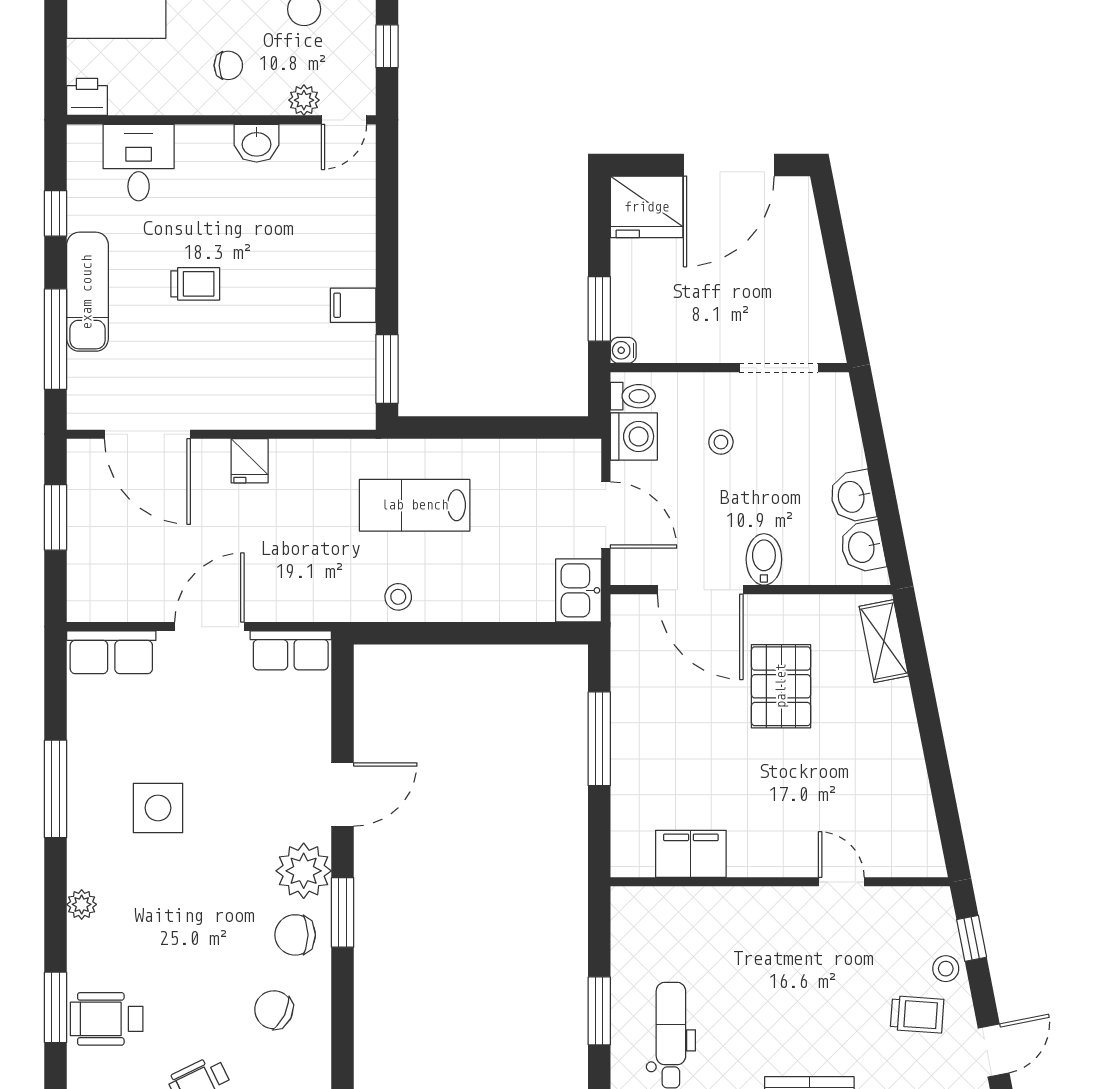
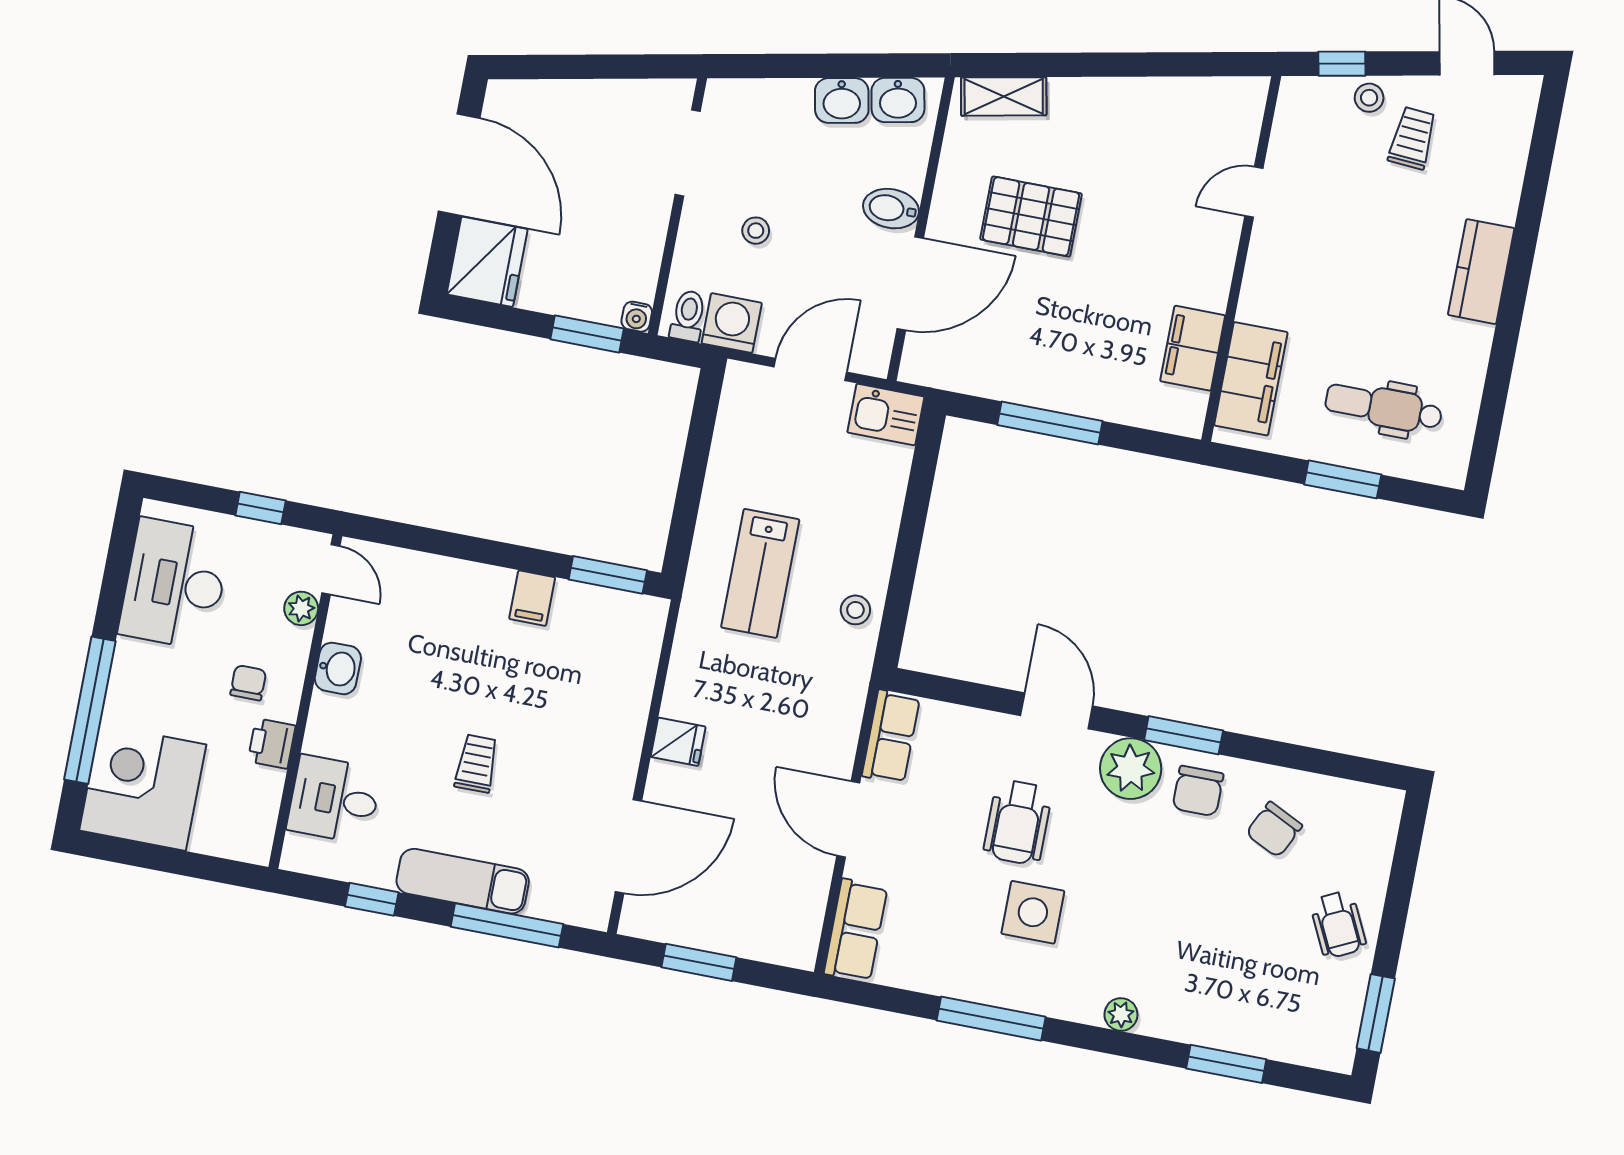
printer: (87, 97) -> (272, 743), moved
filing cabinet: (674, 911) -> (1251, 379), added
wheelchair: (107, 1019) -> (1018, 822), moved

